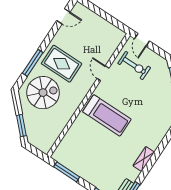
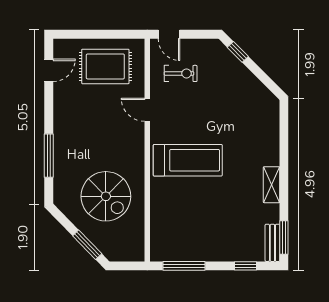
rug: (62, 64) -> (105, 66), moved
exercise bike: (134, 66) -> (181, 73), width x0.73, depth x0.72
spiral stairs: (43, 93) -> (106, 196), moved, turned 90

